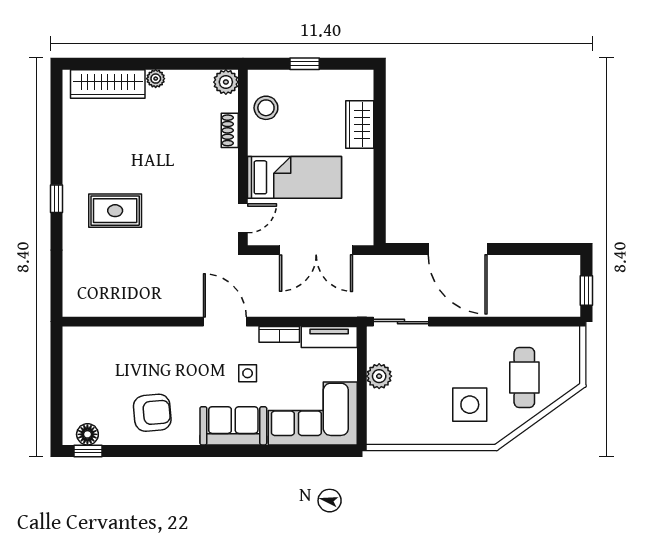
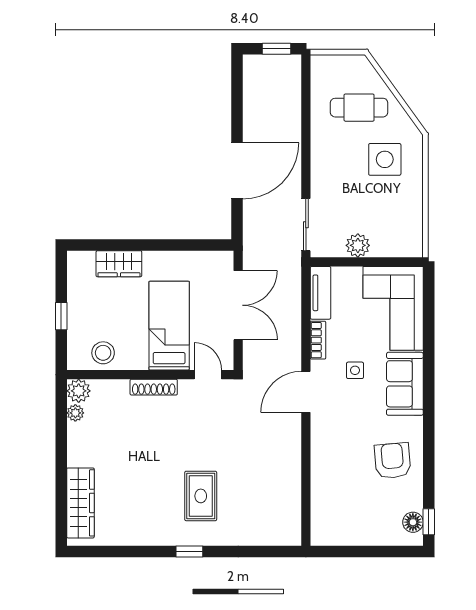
plant: (156, 79) -> (75, 413), moved
shoe rack: (230, 130) -> (154, 387), moved, width x1.43

